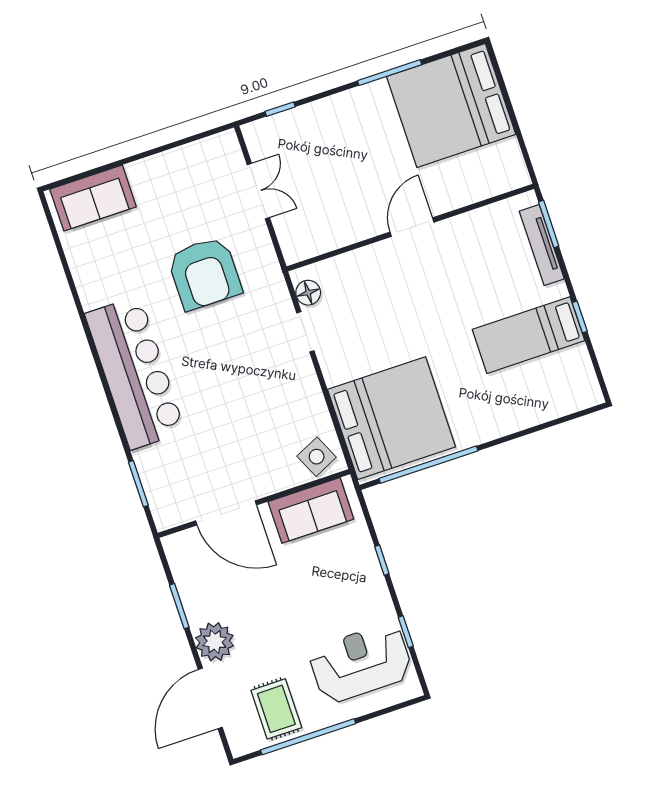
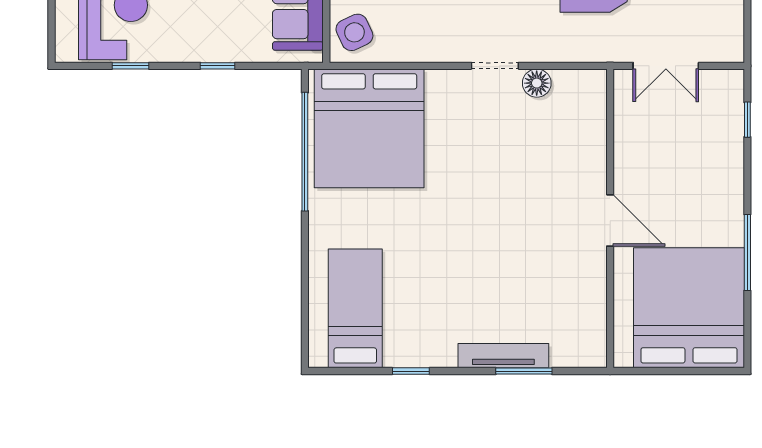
door: (412, 227) -> (610, 220), moved
wall: (410, 228) -> (610, 218), moved
bed: (529, 335) -> (355, 308), moved

